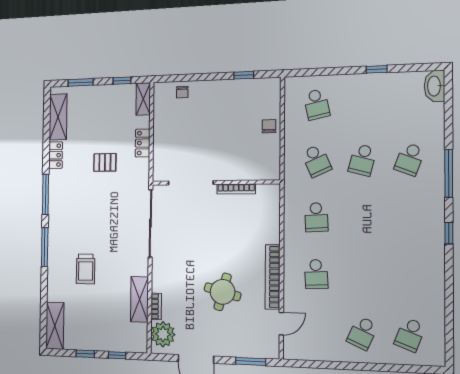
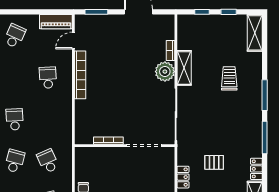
school desk: (316, 217) -> (15, 119), moved
round table: (223, 292) -> (118, 63), removed
shelving: (139, 299) -> (184, 68), moved
plant: (163, 334) -> (165, 72), moved
piano: (305, 351) -> (56, 22), added

